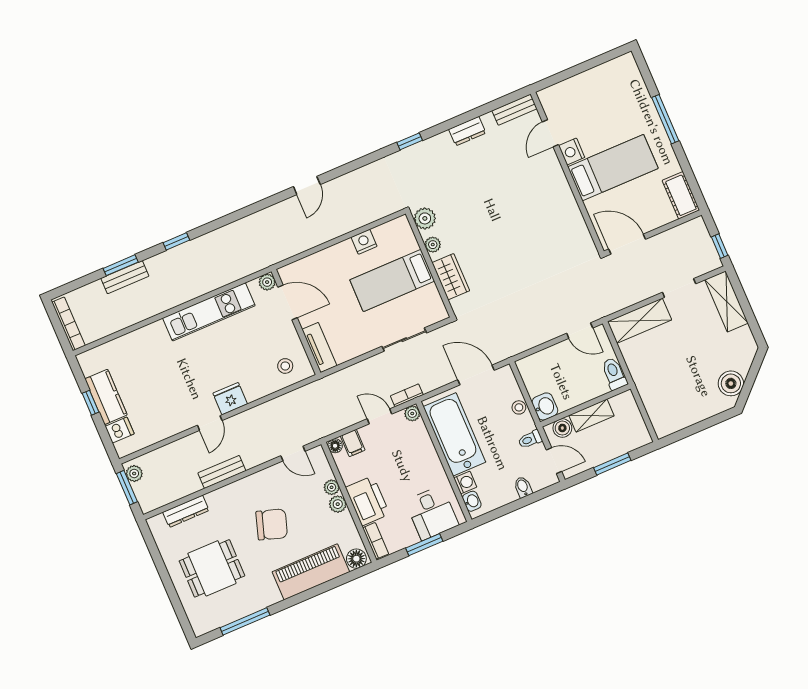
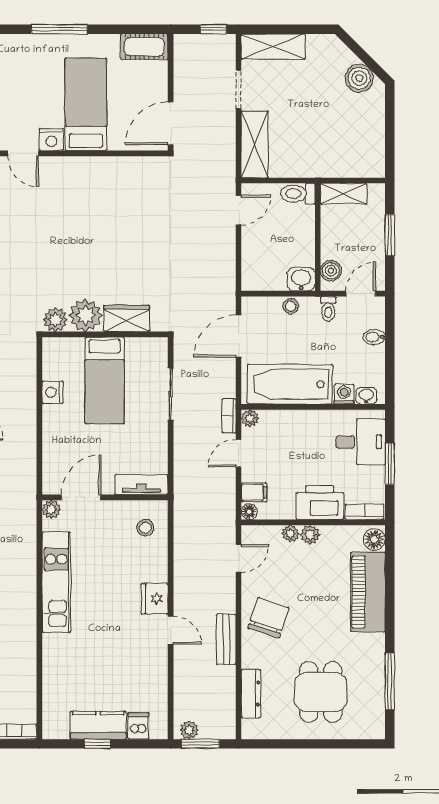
plant: (433, 245) -> (86, 315), width x1.87, depth x1.87
shelving: (591, 416) -> (344, 194), moved, turned 90
chair: (272, 524) -> (268, 618), moved

